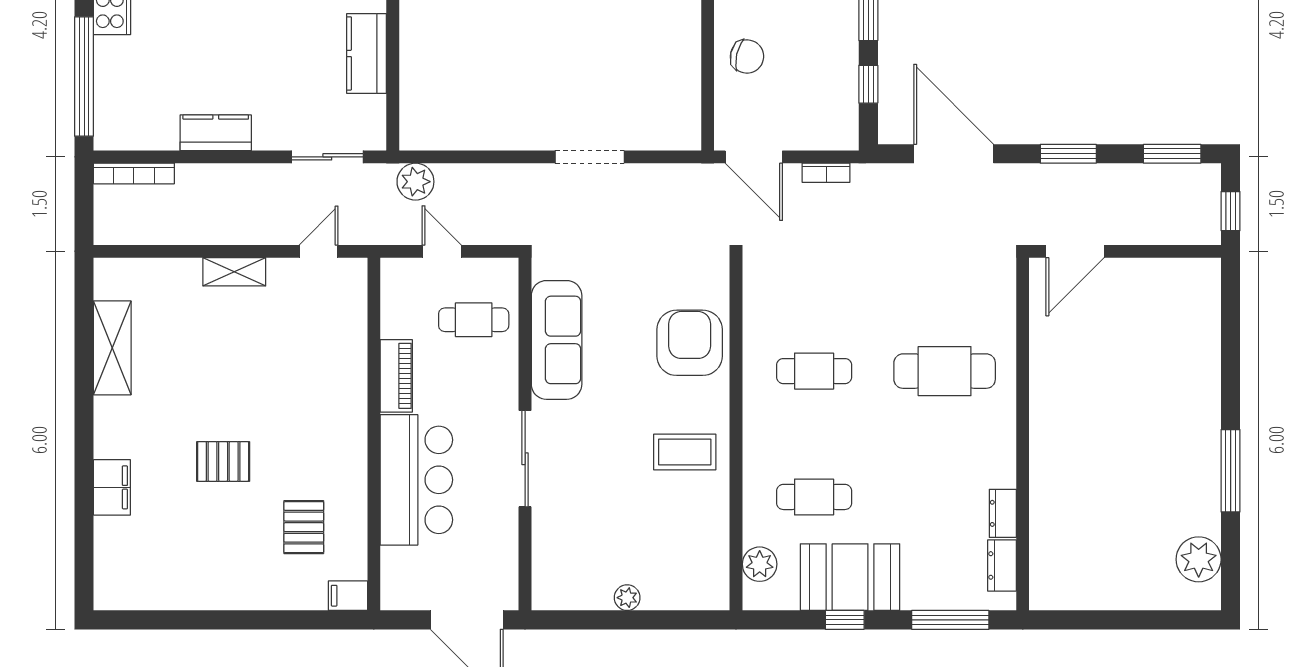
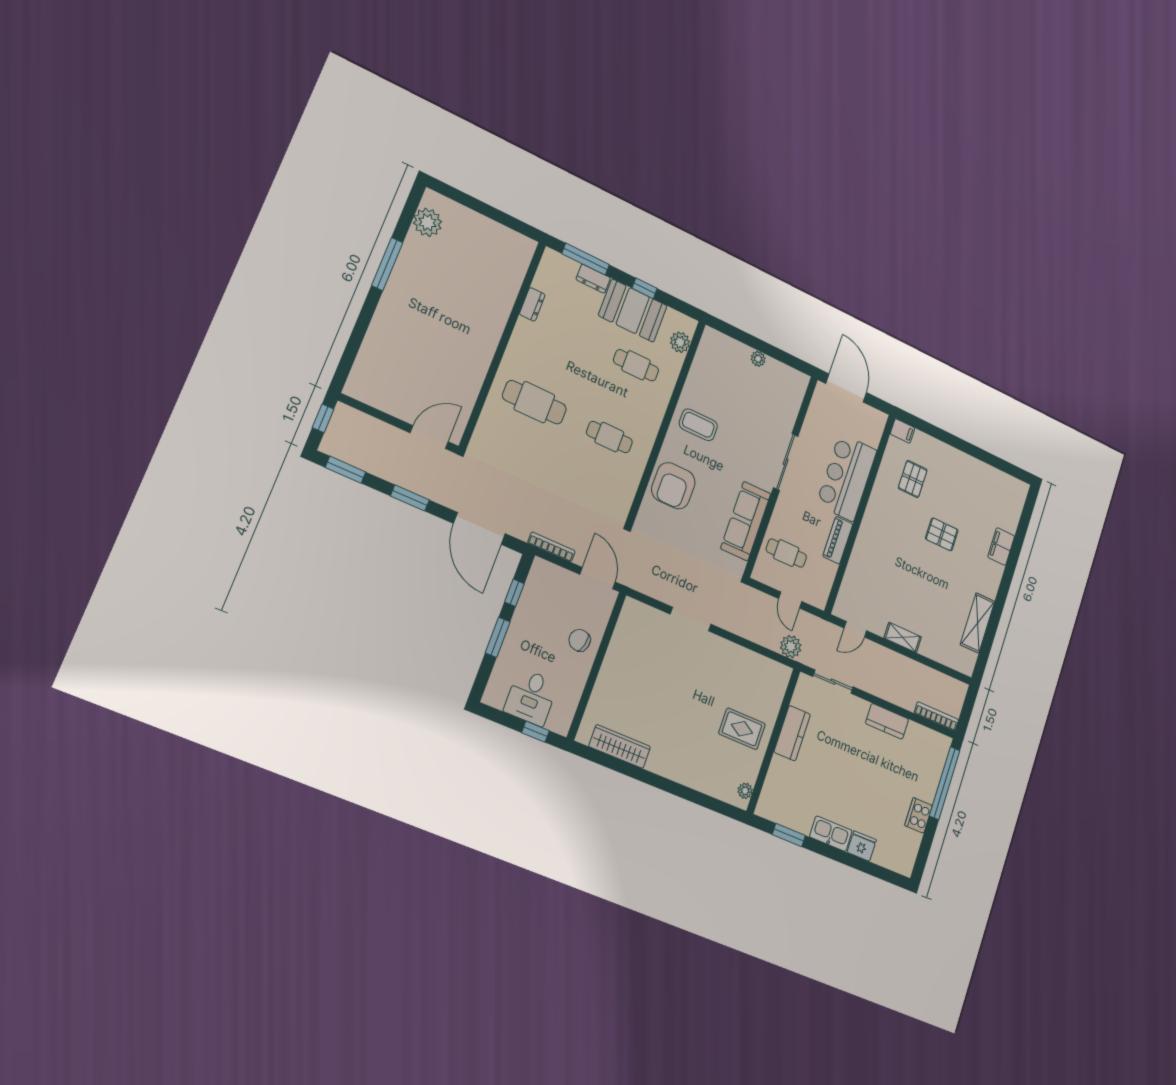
rug: (450, 29) -> (742, 729), added
bookcase: (826, 173) -> (551, 547), width x1.56
dresser: (1002, 565) -> (593, 279), moved, turned 90

